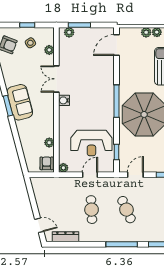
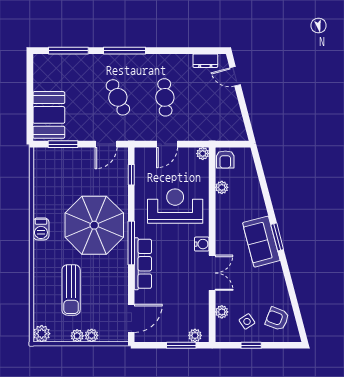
row of seats: (108, 86) -> (143, 264), added
reception desk: (91, 143) -> (175, 206), moved
dresser: (65, 237) -> (205, 61), width x0.70

